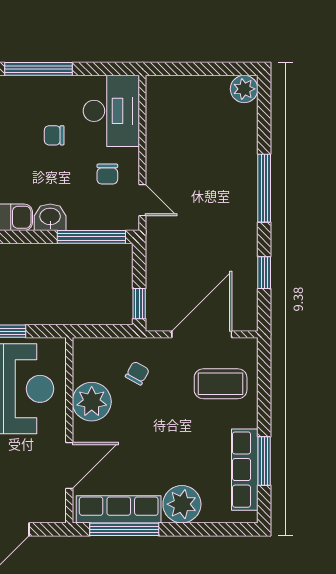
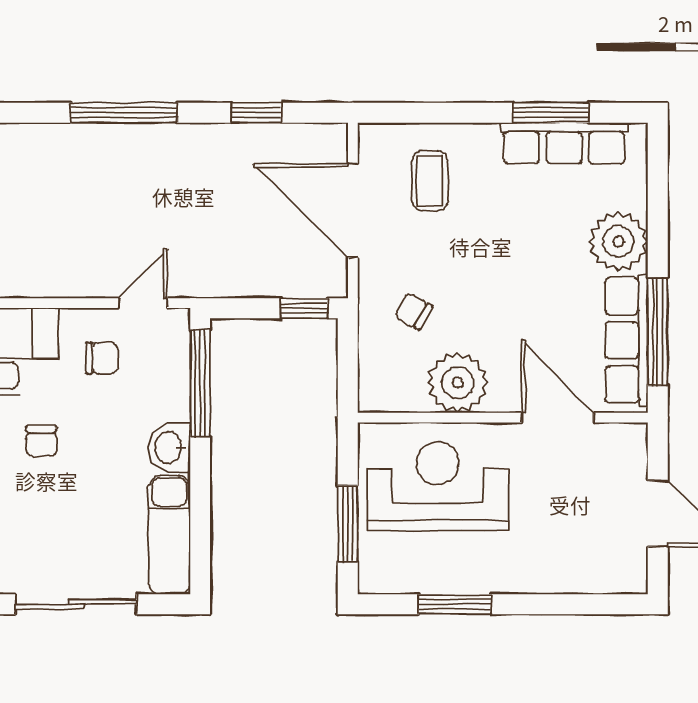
coffee table: (221, 384) -> (430, 181), width x0.73, depth x0.77

